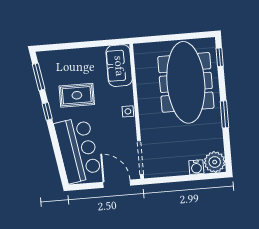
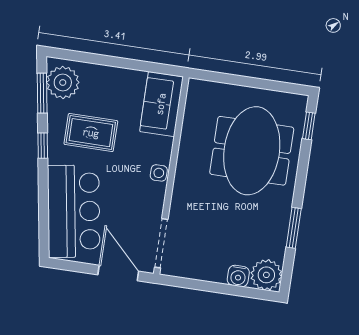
plant: (51, 67) -> (63, 82), added
meeting table: (186, 82) -> (252, 151), width x0.73
window: (224, 114) -> (294, 228), moved

